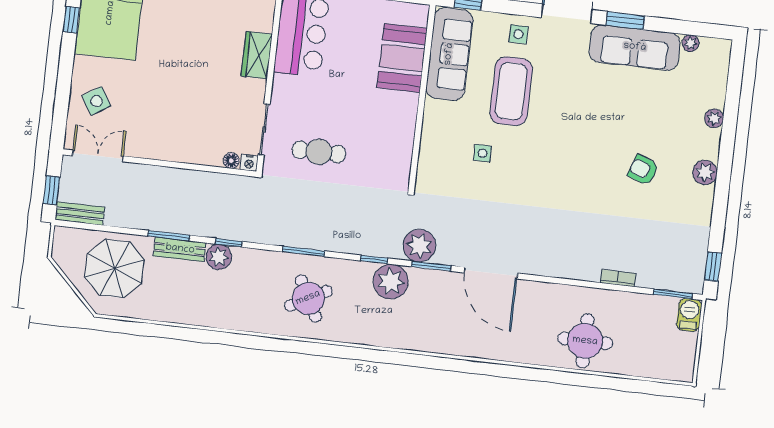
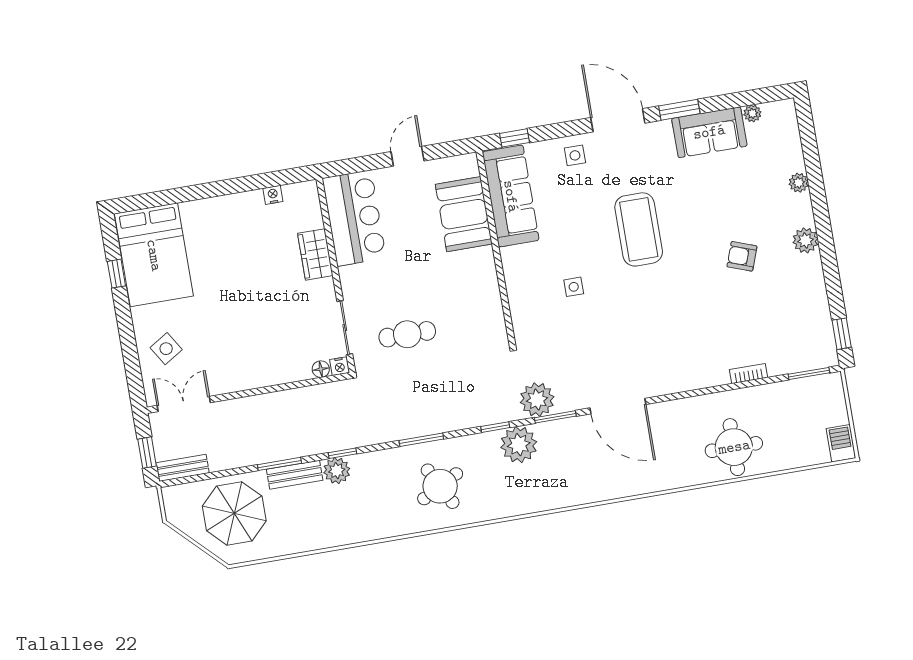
sofa: (635, 47) -> (709, 132), width x0.73
coffee table: (511, 91) -> (639, 229), moved
barbecue: (689, 315) -> (841, 443), moved

